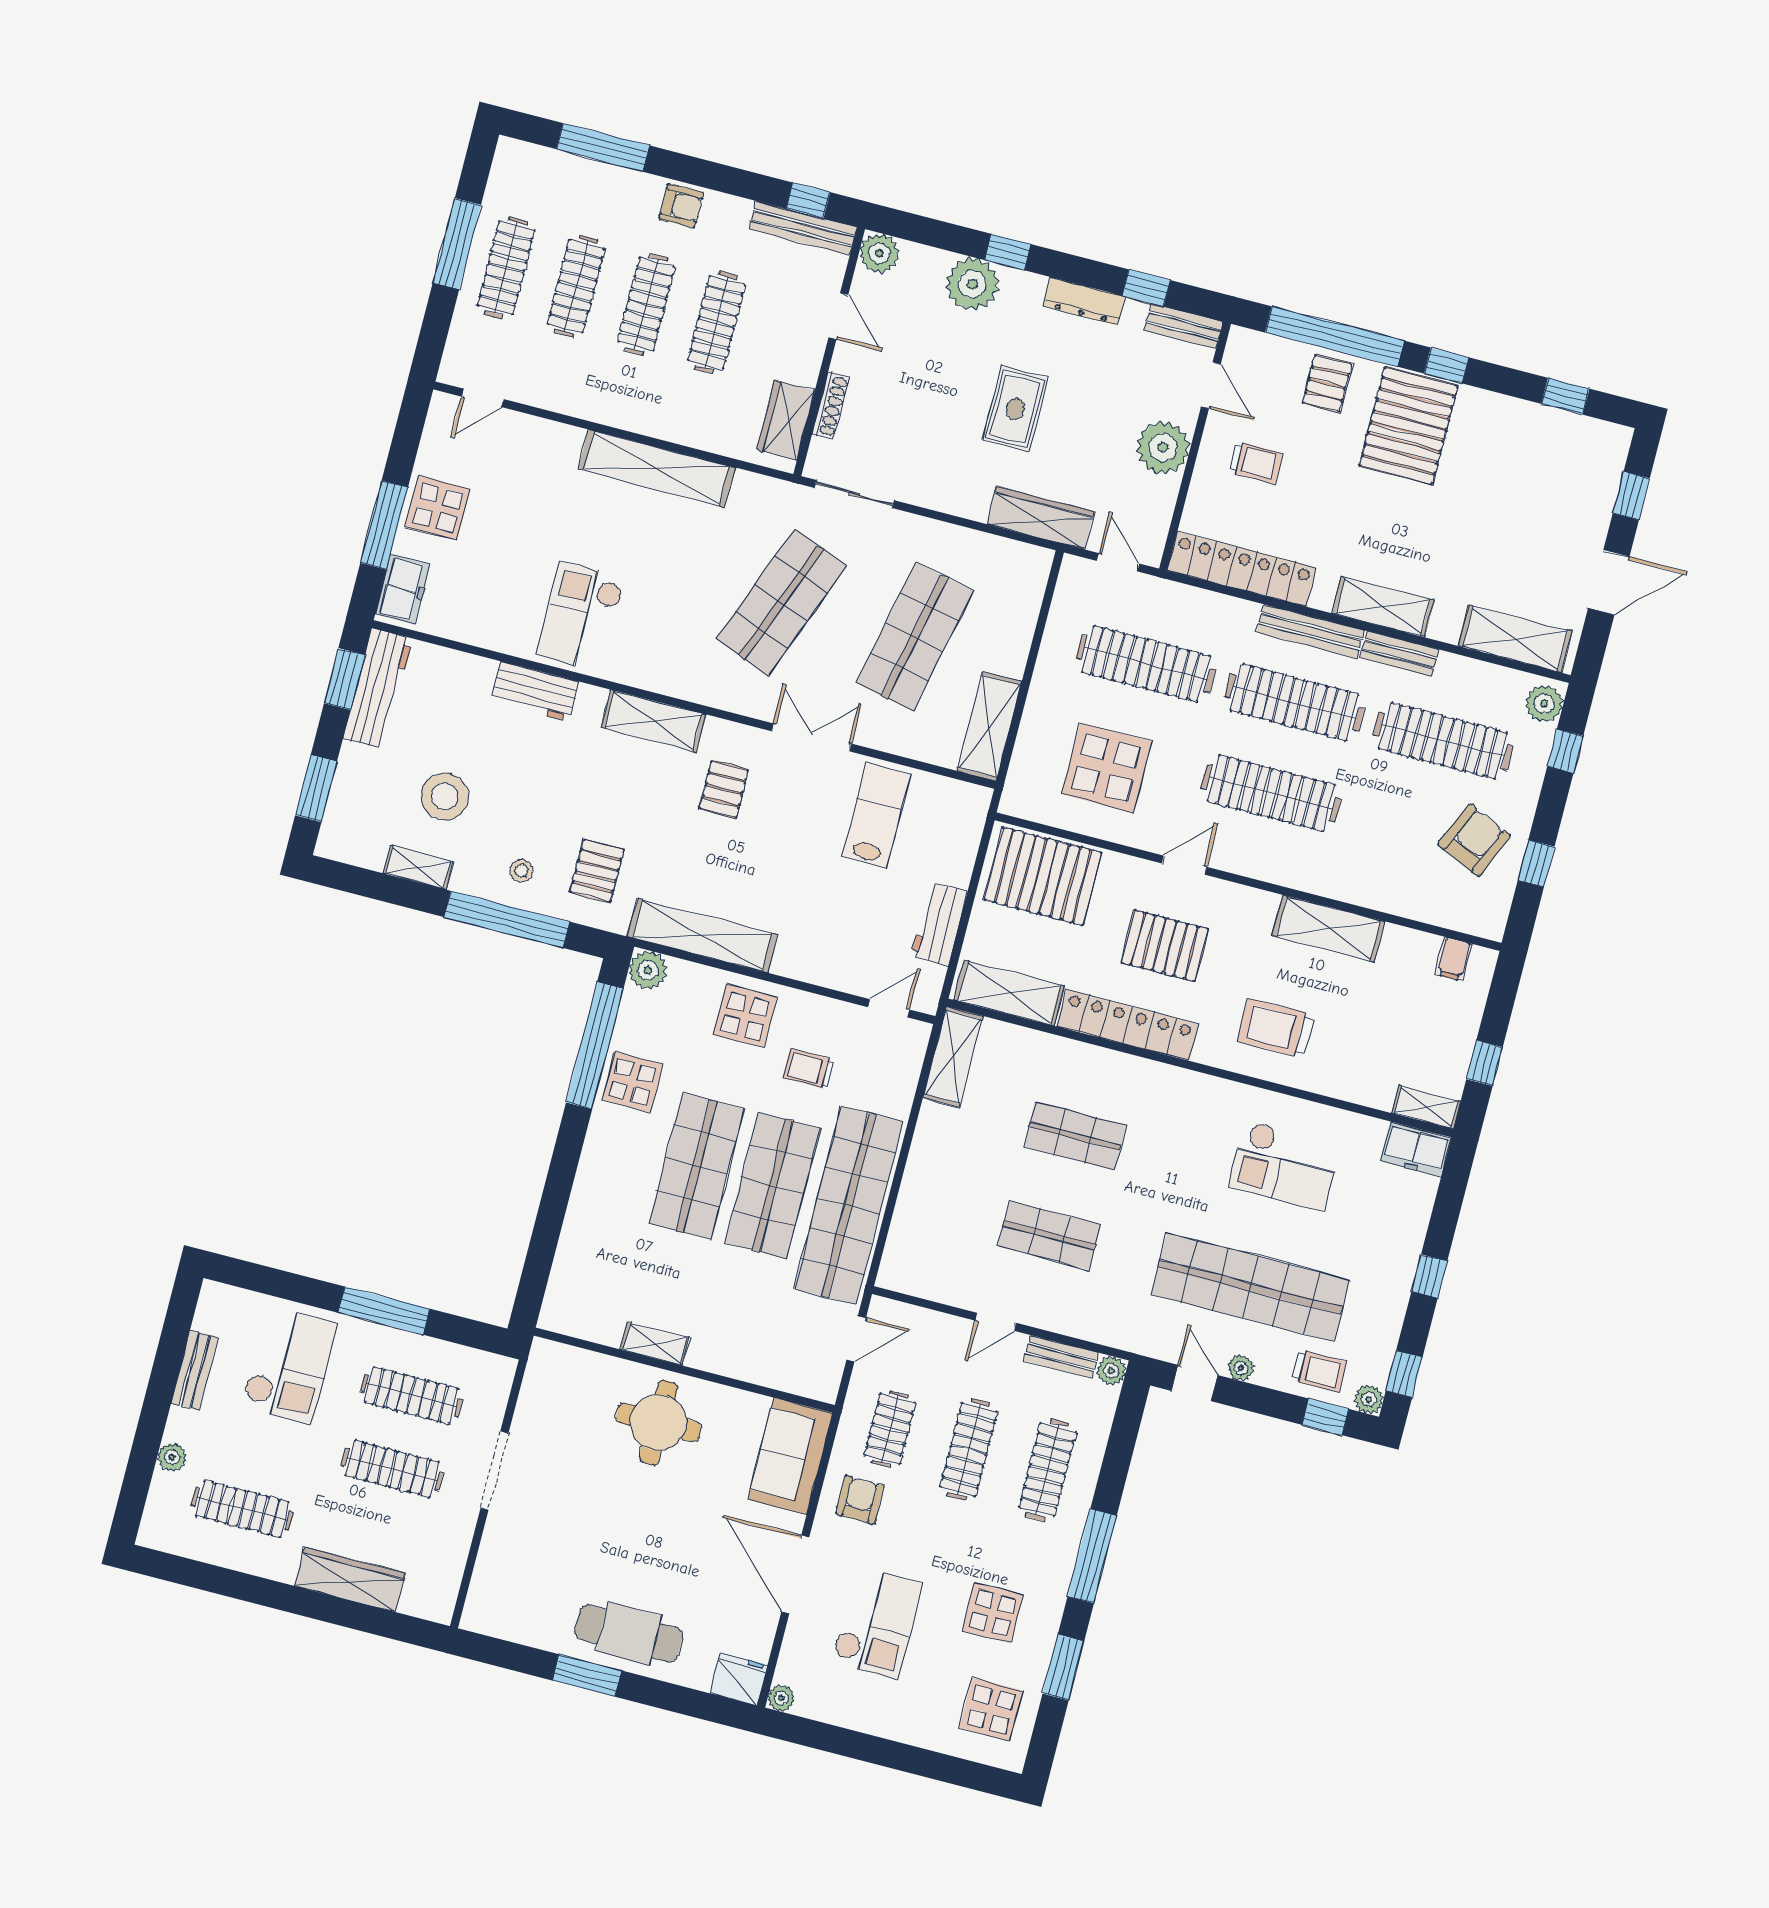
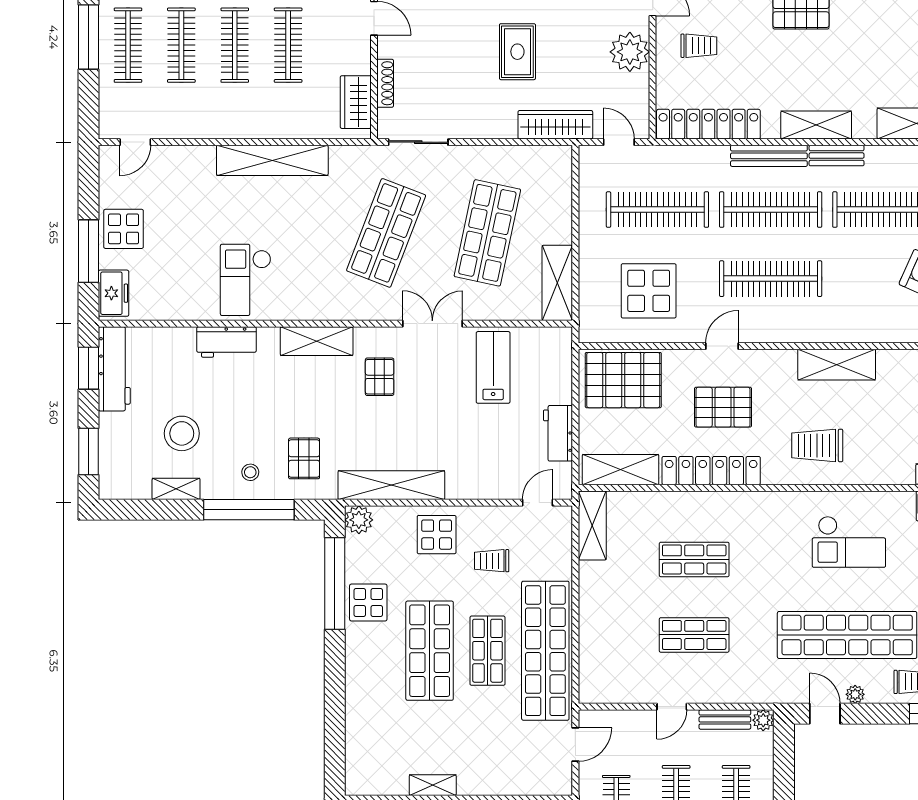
shop shelf: (773, 1186) -> (487, 651), width x0.70, depth x0.74

